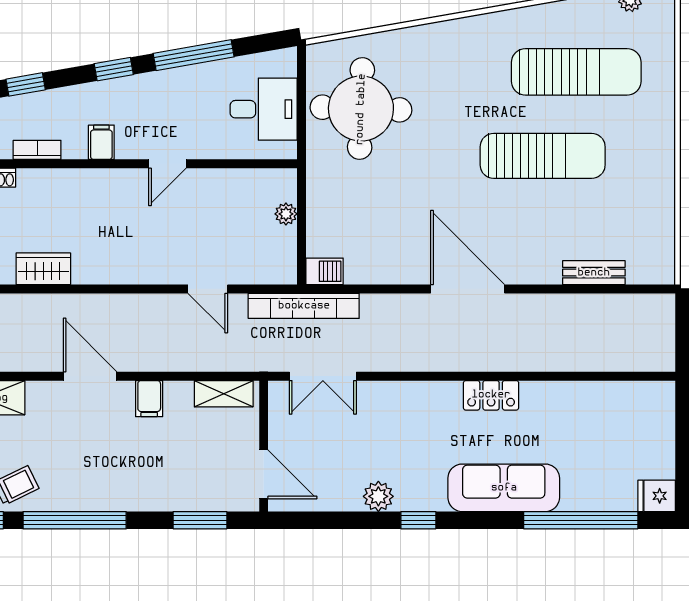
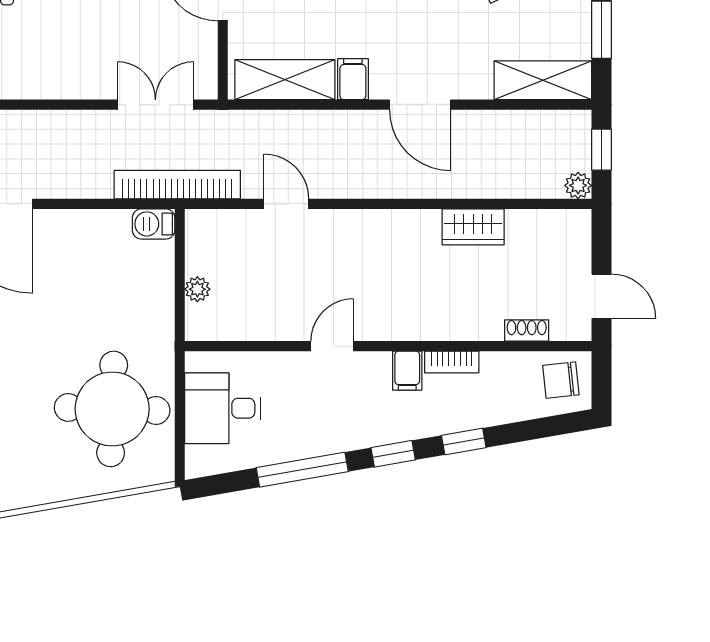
window: (26, 84) -> (464, 441), moved
bookcase: (37, 150) -> (452, 362), moved
shelving: (224, 394) -> (285, 80), width x1.50, depth x1.33

